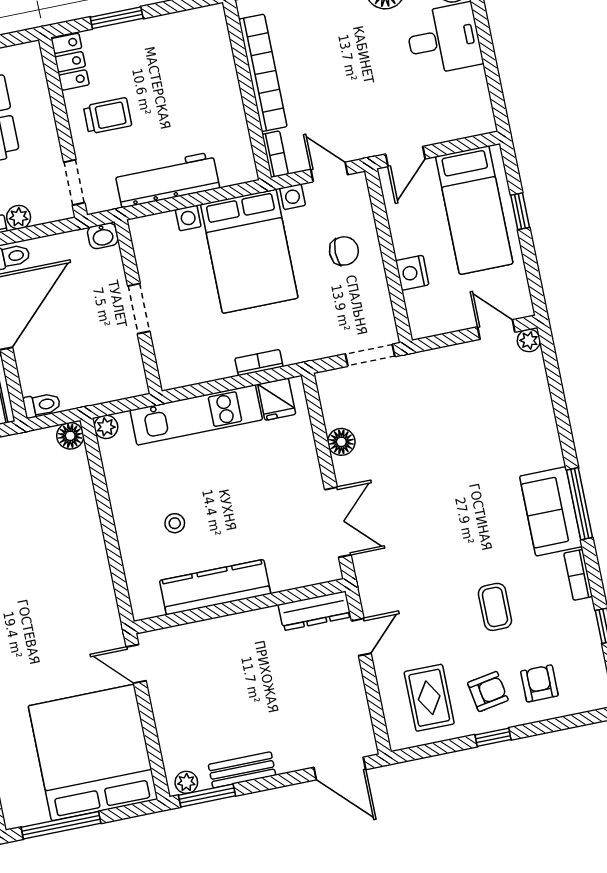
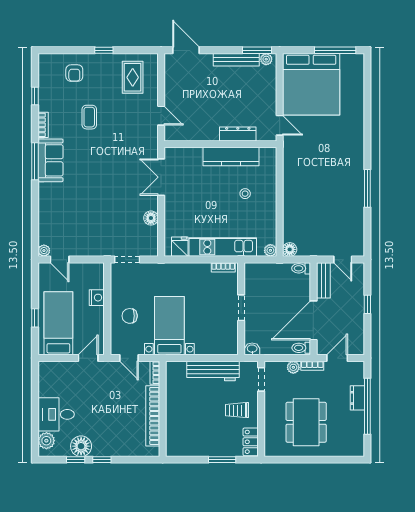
bed with nightstands: (249, 251) -> (169, 326), width x0.73
bookcase: (259, 363) -> (223, 267), moved
dresser: (315, 611) -> (238, 134), moved
door: (361, 637) -> (161, 116), swing flipped
armchair: (488, 692) -> (102, 74), removed
bench: (242, 770) -> (236, 60), width x1.36

